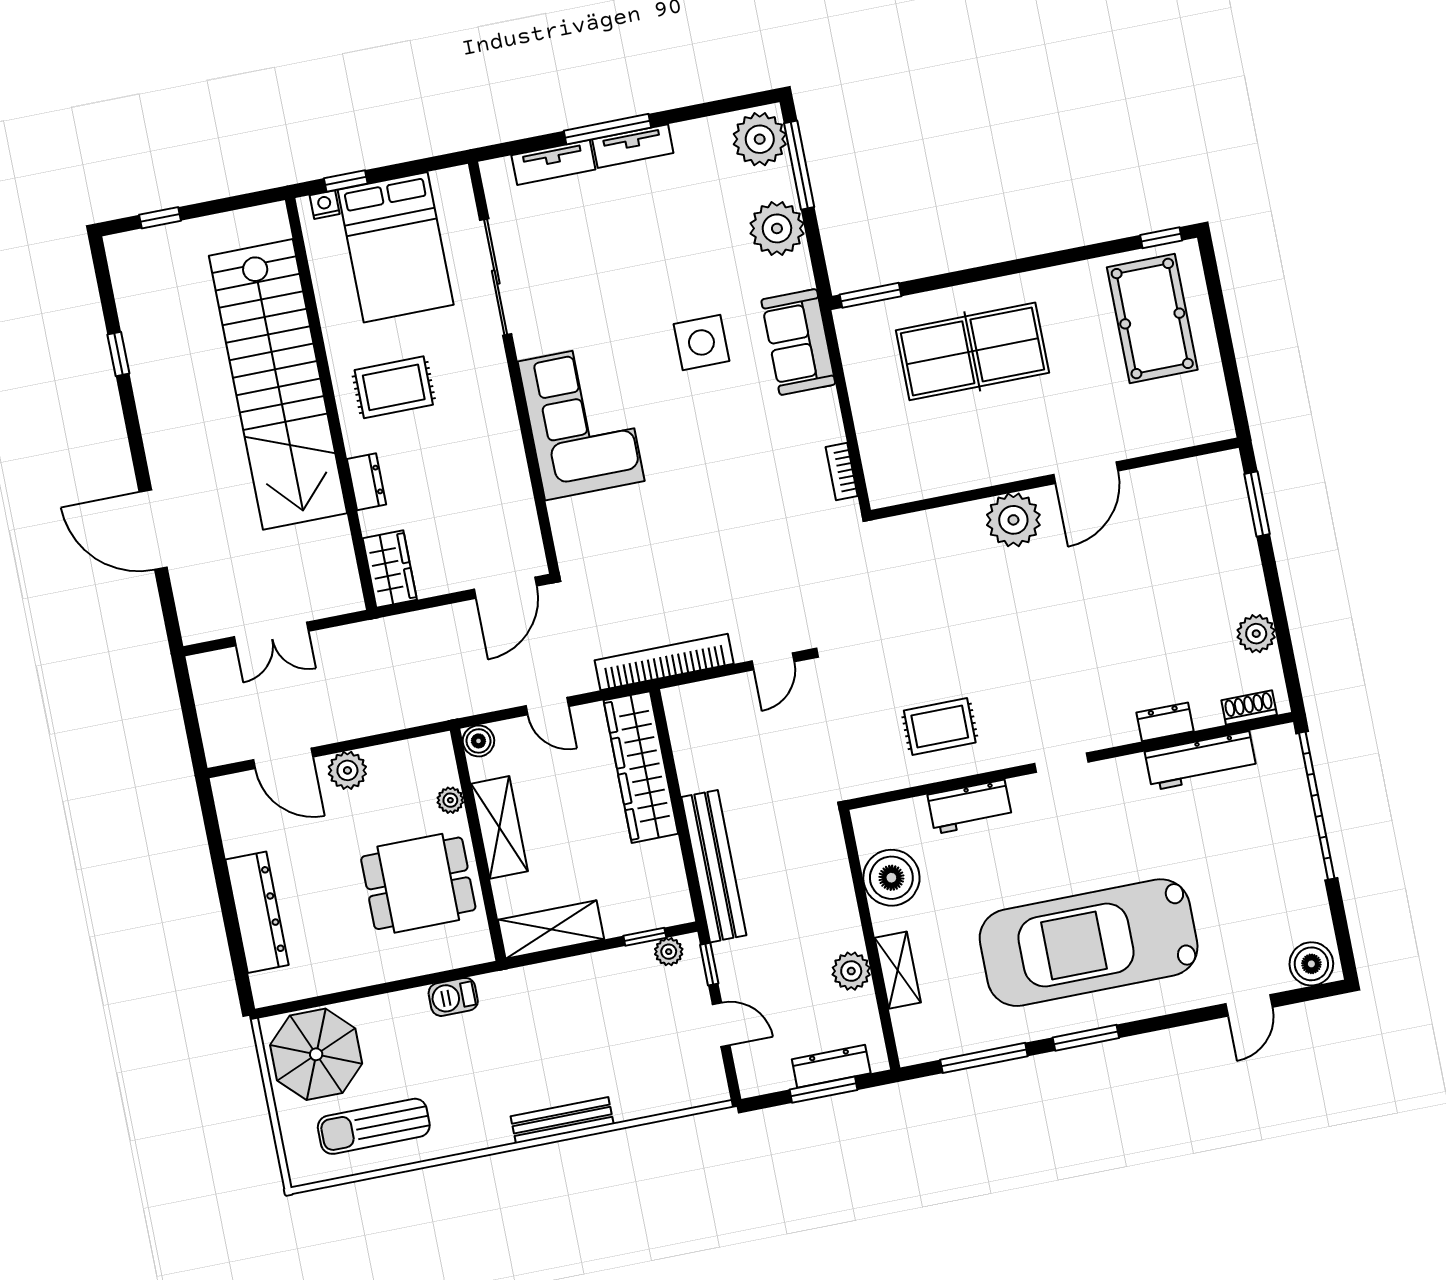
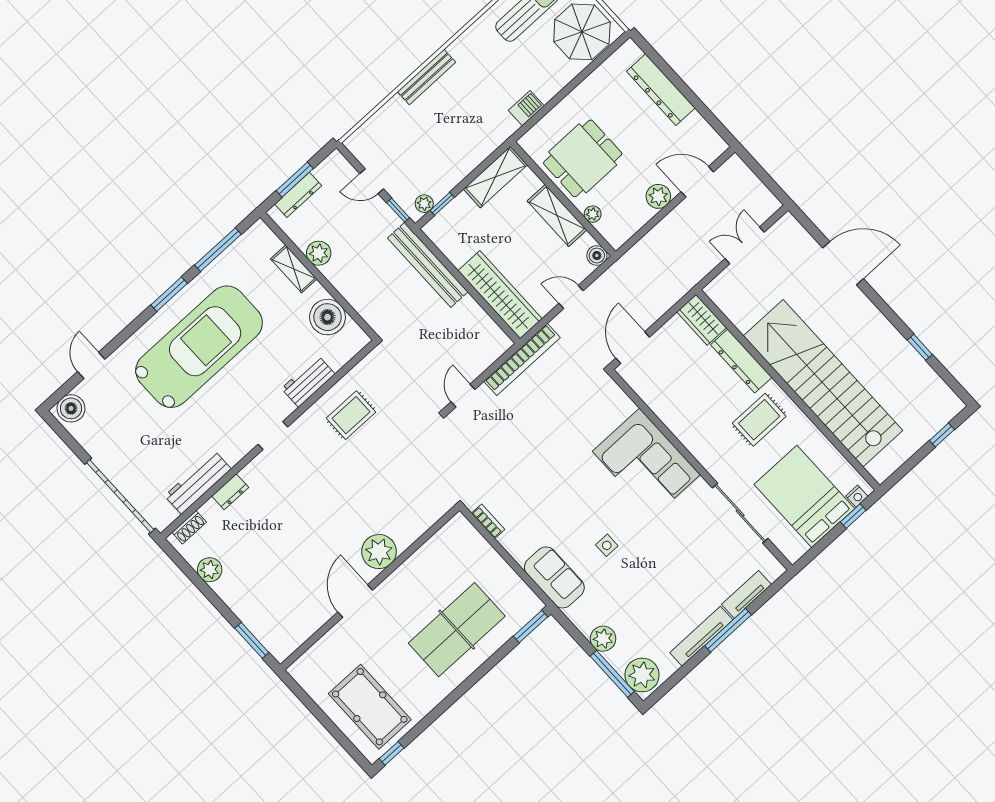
tv unit: (633, 146) -> (701, 636), width x1.41
plant: (777, 228) -> (603, 639), width x0.73, depth x0.73
side table: (701, 342) -> (607, 545), width x0.54, depth x0.54
dresser: (366, 482) -> (741, 361), width x1.96, depth x1.24

